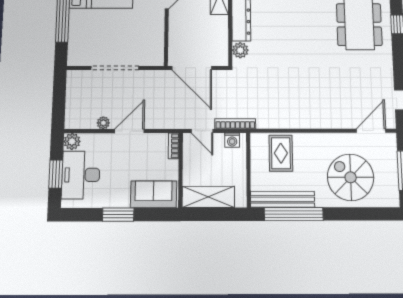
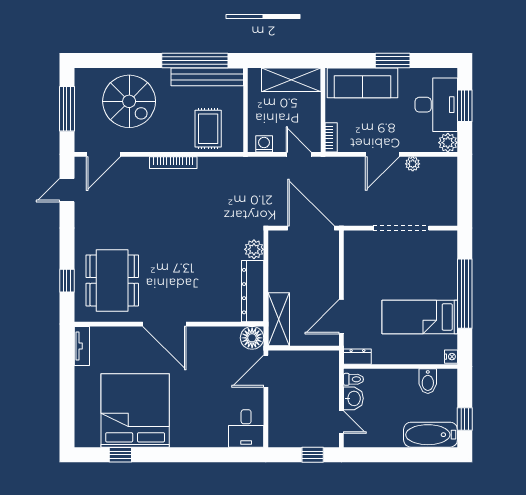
bookcase: (235, 124) -> (173, 163), moved
sofa: (154, 194) -> (362, 83), width x1.36

